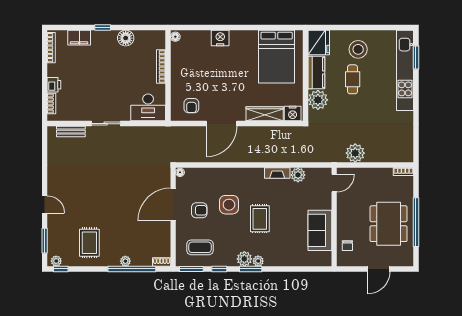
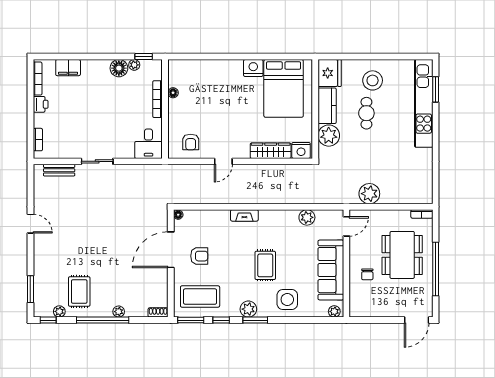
window: (103, 27) -> (144, 57), moved
plant: (140, 35) -> (134, 65), added
floor lamp: (175, 37) -> (173, 93), moved
nightstand: (220, 38) -> (253, 68), moved
printer: (54, 85) -> (41, 104), moved
desk: (148, 107) -> (148, 144), width x0.73
door: (221, 124) -> (223, 161), width x0.53
fireplace: (277, 173) -> (244, 215), moved
door: (45, 204) -> (30, 224), moved
side table: (229, 205) -> (287, 300), moved
dining table: (389, 224) -> (402, 255), moved
sofa: (320, 230) -> (331, 270), width x1.36
chair: (347, 246) -> (367, 274), moved
coffee table: (200, 247) -> (200, 297), width x1.36, depth x1.32
plant: (56, 261) -> (59, 311), moved
plant: (258, 261) -> (334, 311), moved
window: (132, 269) -> (103, 320), moved
door: (379, 269) -> (417, 320), moved

